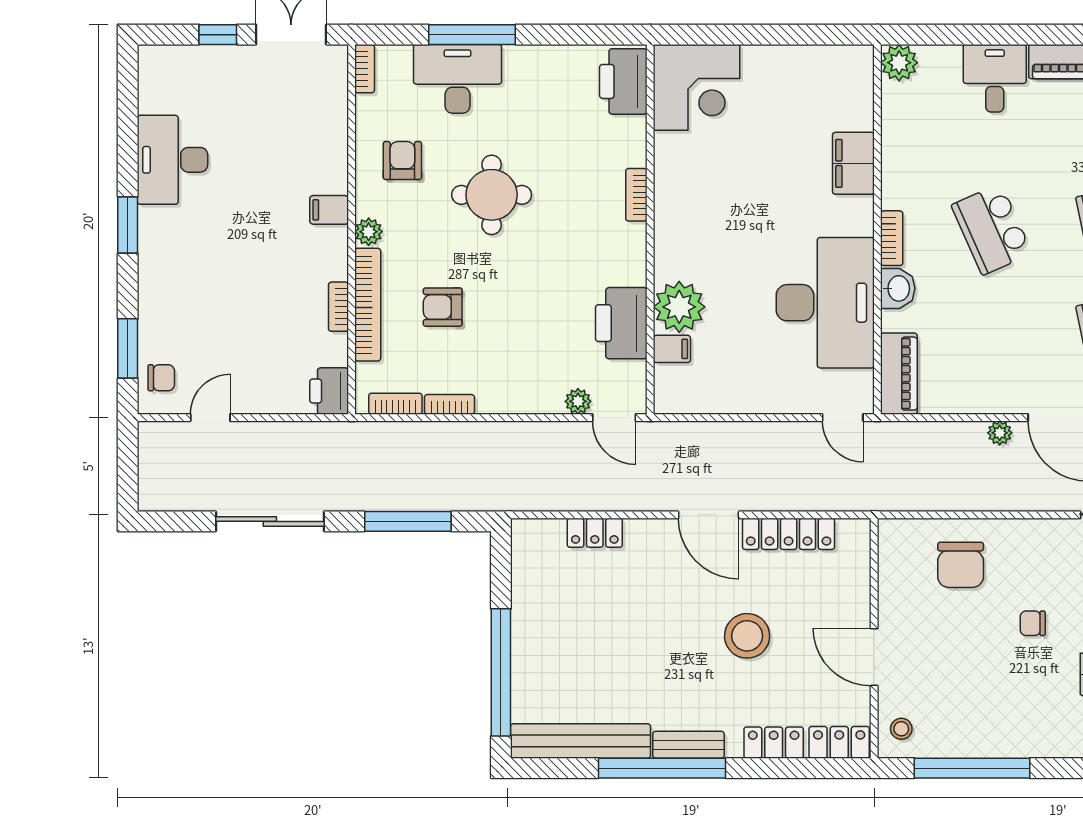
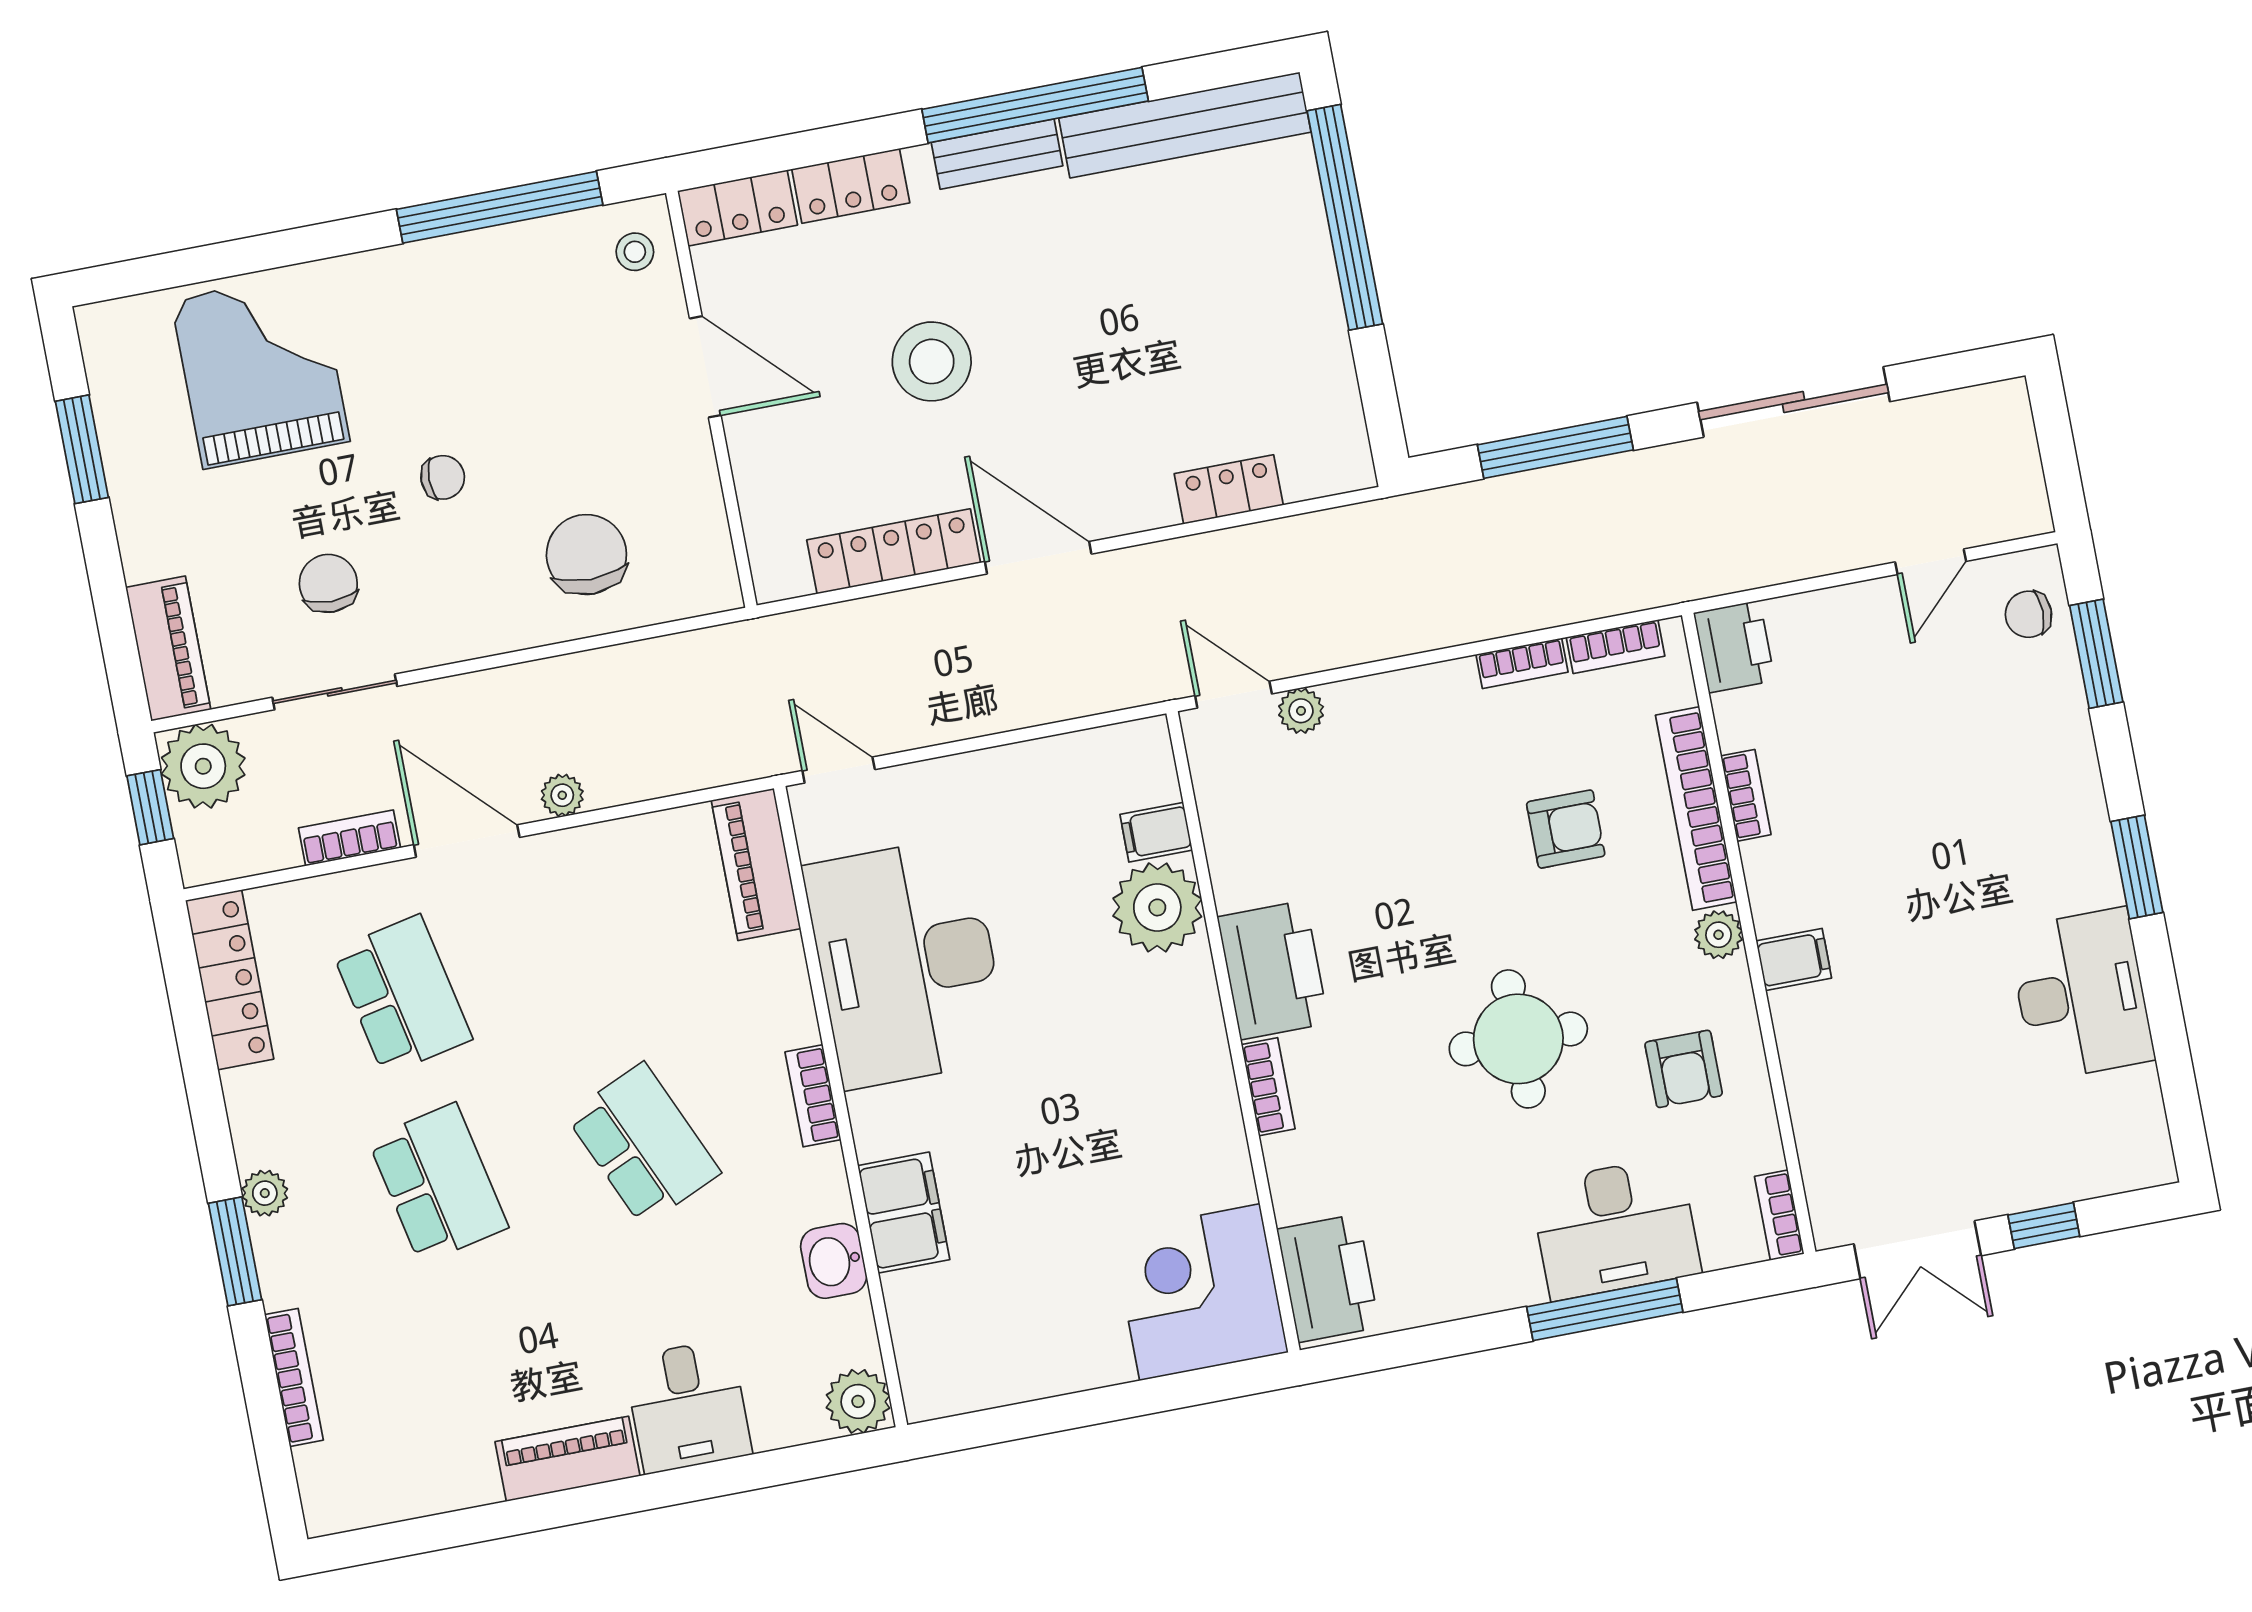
washbasin: (898, 288) -> (834, 1261), moved
printer: (621, 323) -> (1273, 970), moved

